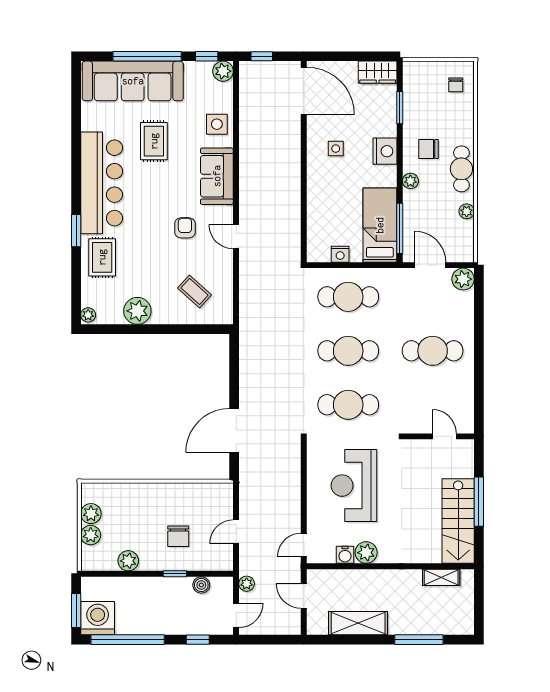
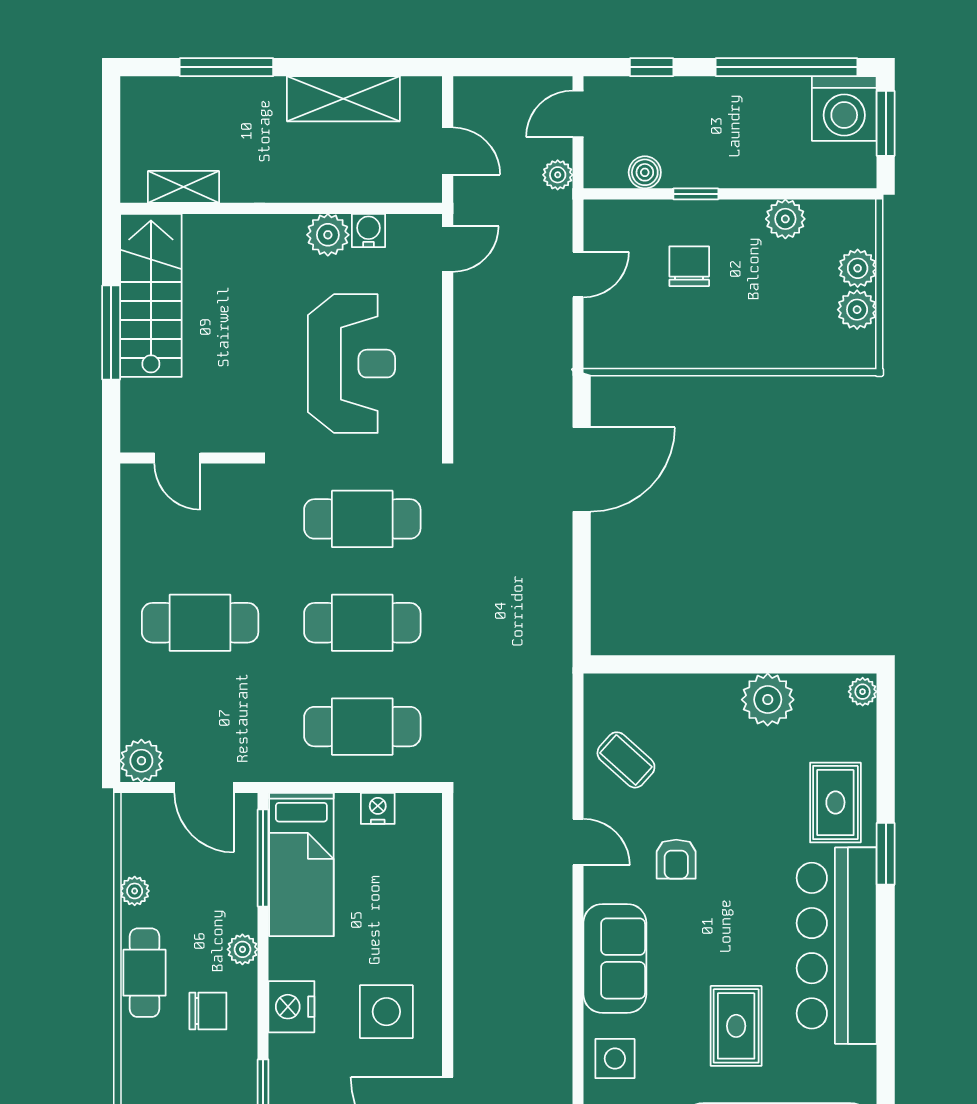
side table: (336, 149) -> (386, 1012), width x1.87, depth x1.87
coffee table: (195, 292) -> (626, 760), moved

